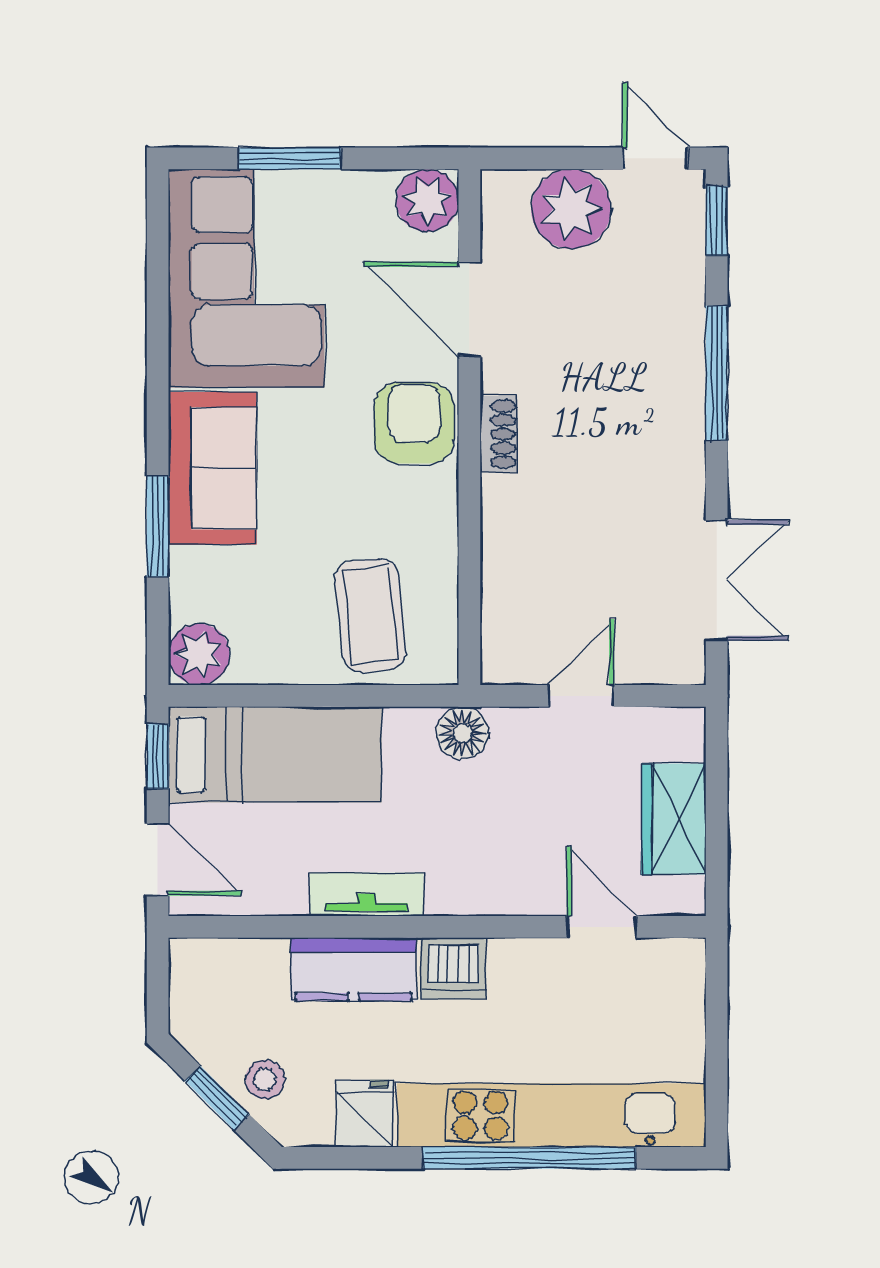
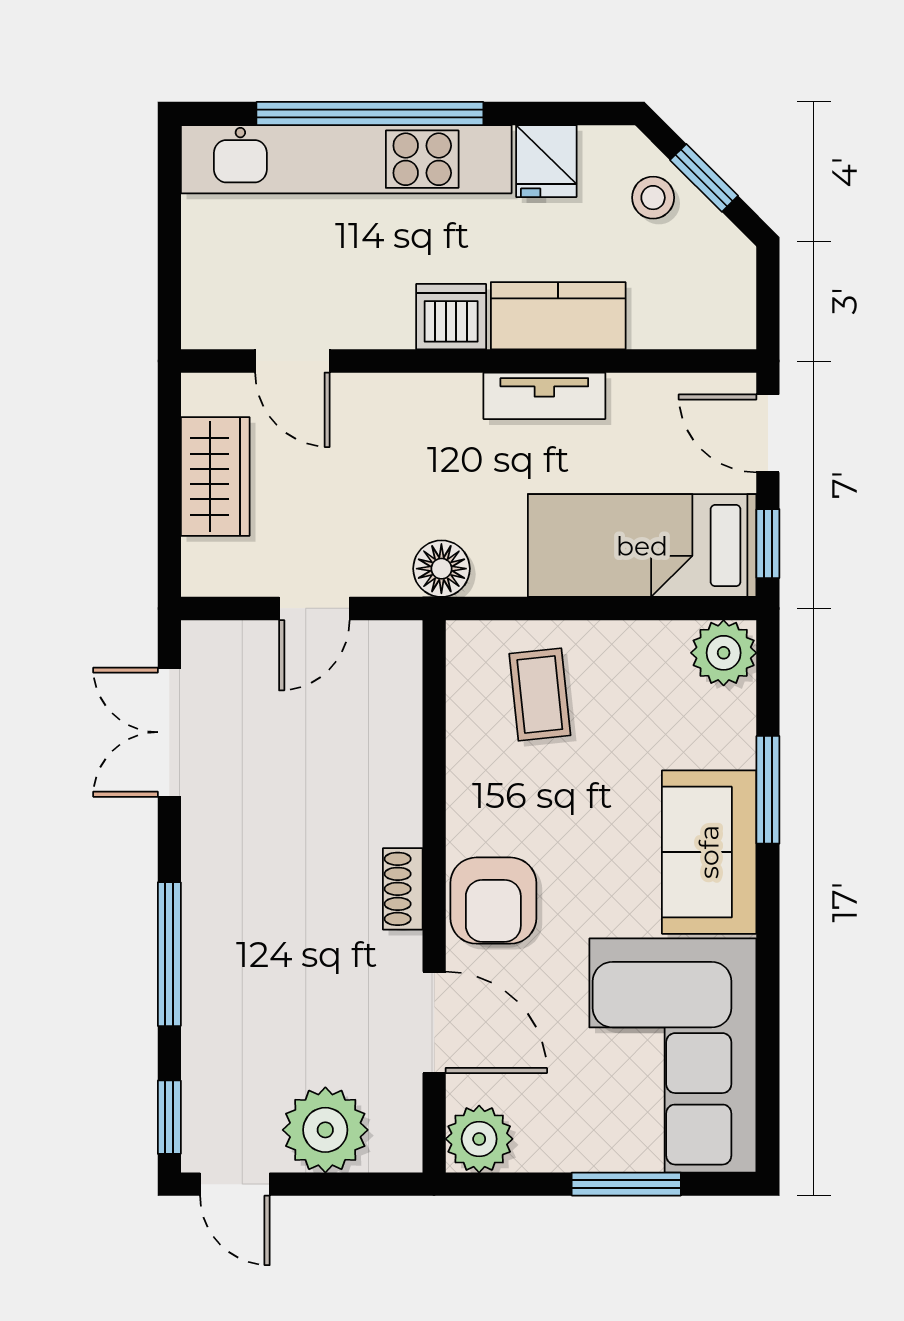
coffee table: (371, 615) -> (540, 695), width x0.73, depth x0.77

